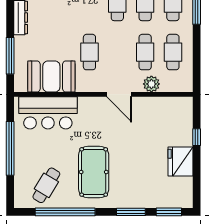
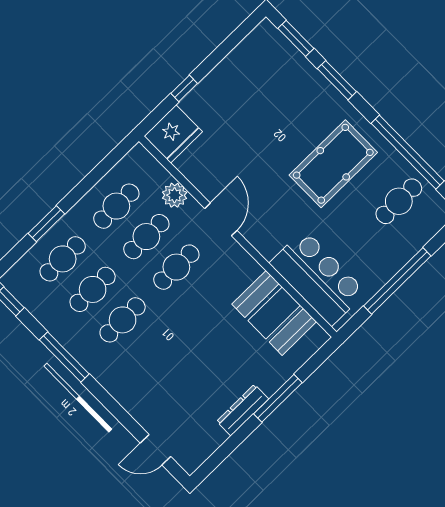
cafe table: (89, 52) -> (176, 267), moved
window: (10, 56) -> (278, 398), moved
fridge: (181, 161) -> (173, 134), moved
cafe table: (46, 185) -> (399, 201), turned -31

